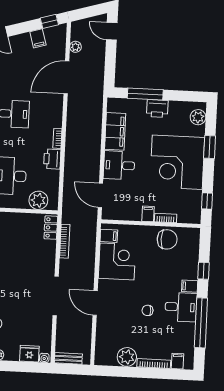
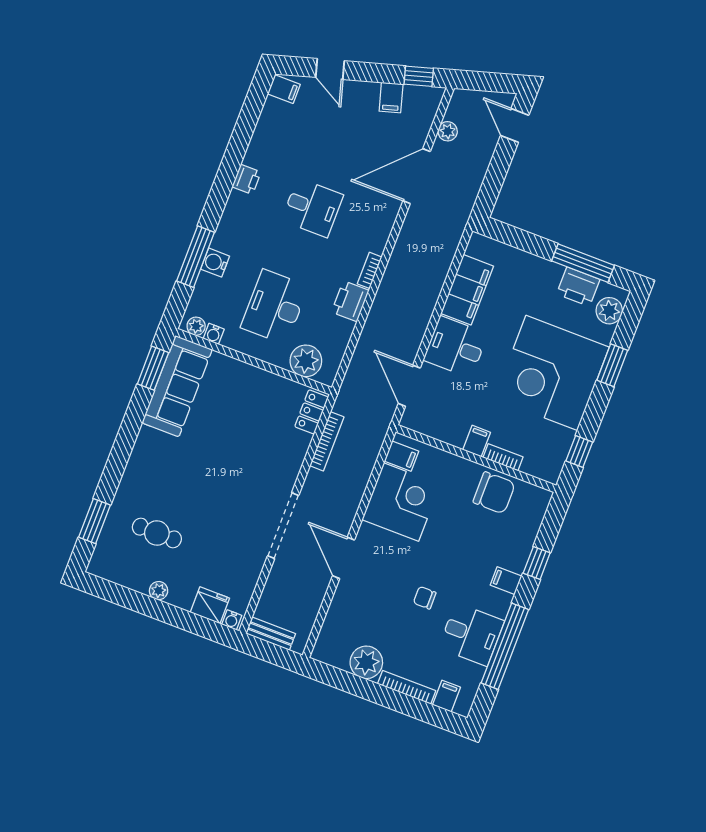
window: (145, 94) -> (583, 263), moved
printer: (157, 109) -> (578, 287), moved
desk: (181, 307) -> (471, 634), moved

